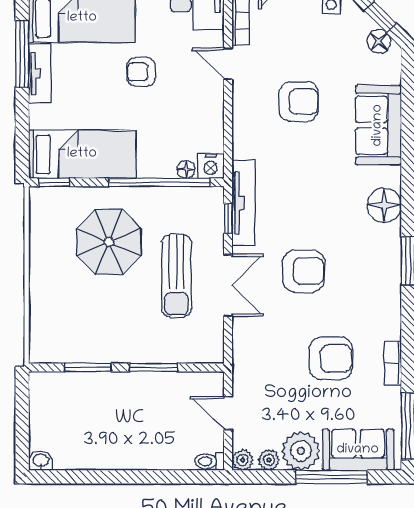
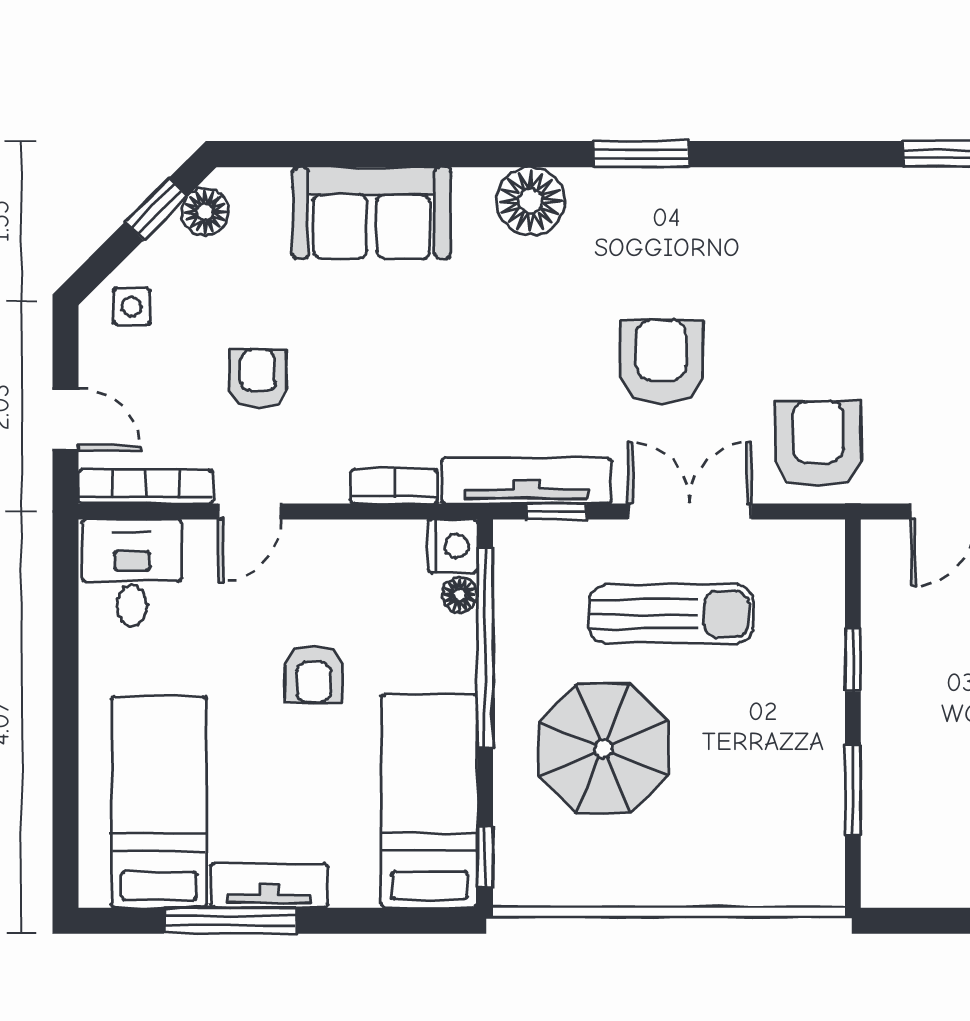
armchair: (141, 72) -> (314, 674), moved
armchair: (299, 102) -> (258, 378), moved, width x0.72, depth x0.72
armchair: (331, 358) -> (818, 444), moved
bookcase: (393, 363) -> (394, 486), moved, turned 180
window: (153, 367) -> (853, 660), width x0.67

